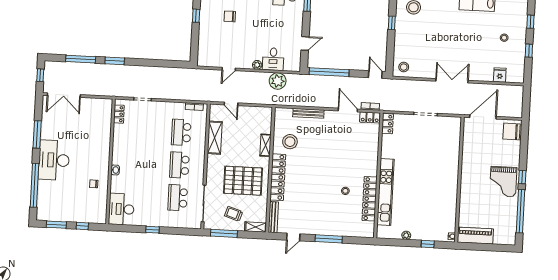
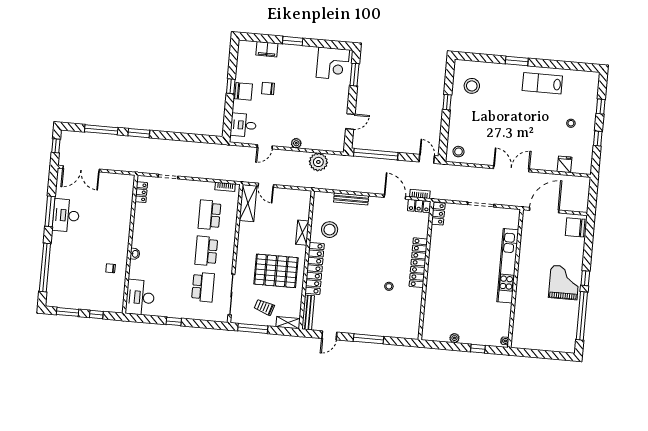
chair: (208, 20) -> (243, 91), added
desk: (273, 59) -> (243, 125), moved, turned 90
shelving: (215, 138) -> (248, 203), moved
desk: (54, 160) -> (66, 215), moved, width x0.73, depth x0.77
grand piano: (503, 182) -> (564, 282), turned 180
kitchen unit: (385, 192) -> (508, 266), moved, turned 180
school desk: (178, 198) -> (203, 287), turned 180
locker: (370, 199) -> (418, 263), moved
piano: (475, 236) -> (531, 341), removed

